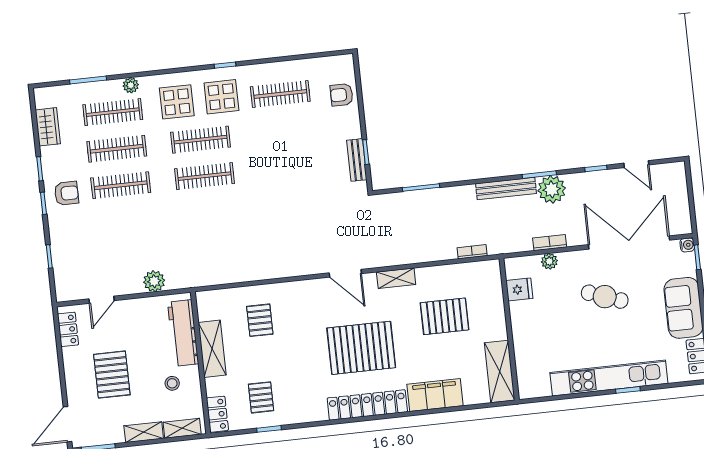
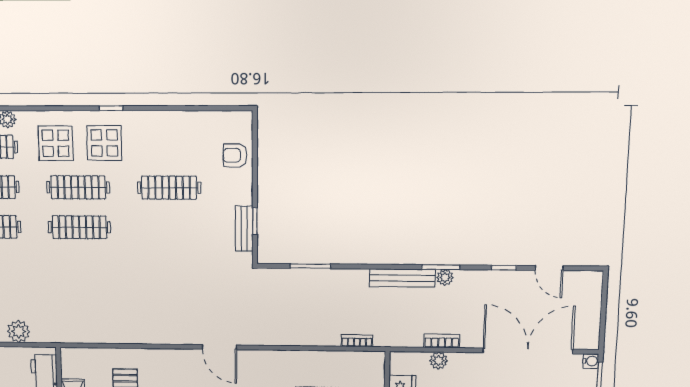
clothes rail: (280, 94) -> (169, 188), moved
plant: (552, 189) -> (445, 277), width x0.53, depth x0.53
shelving: (396, 278) -> (273, 359), removed

